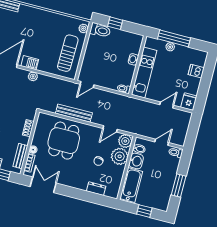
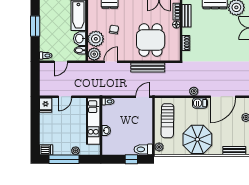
parasol: (42, 26) -> (197, 139), added
window: (174, 38) -> (64, 159), moved
dishwasher: (196, 71) -> (46, 150), moved

